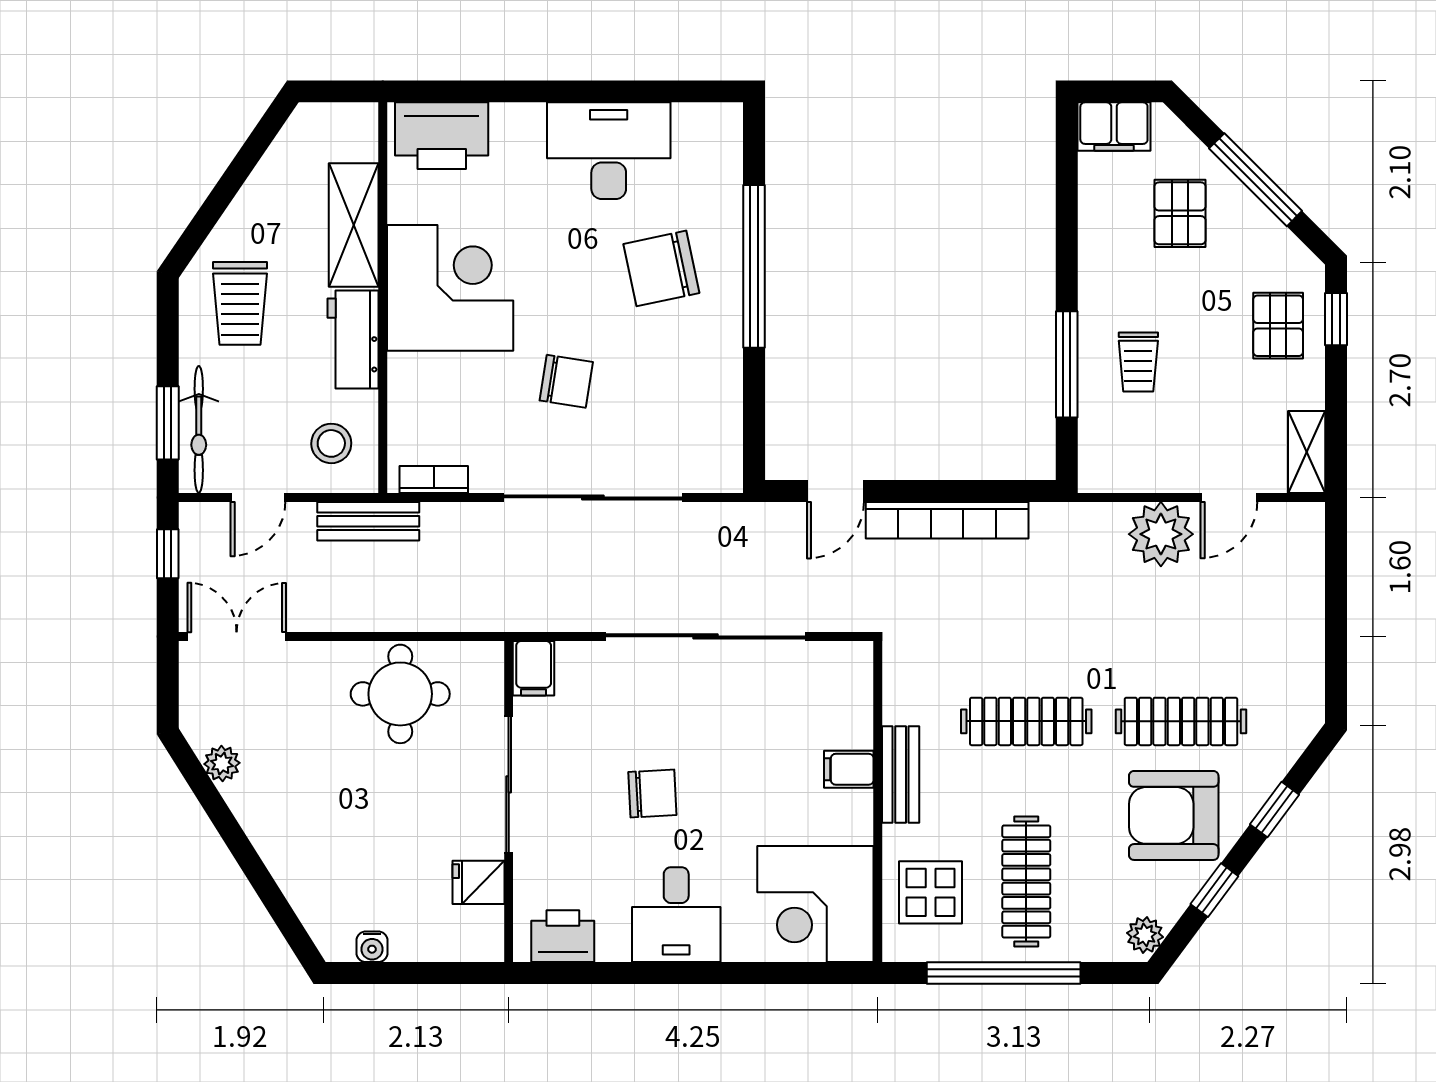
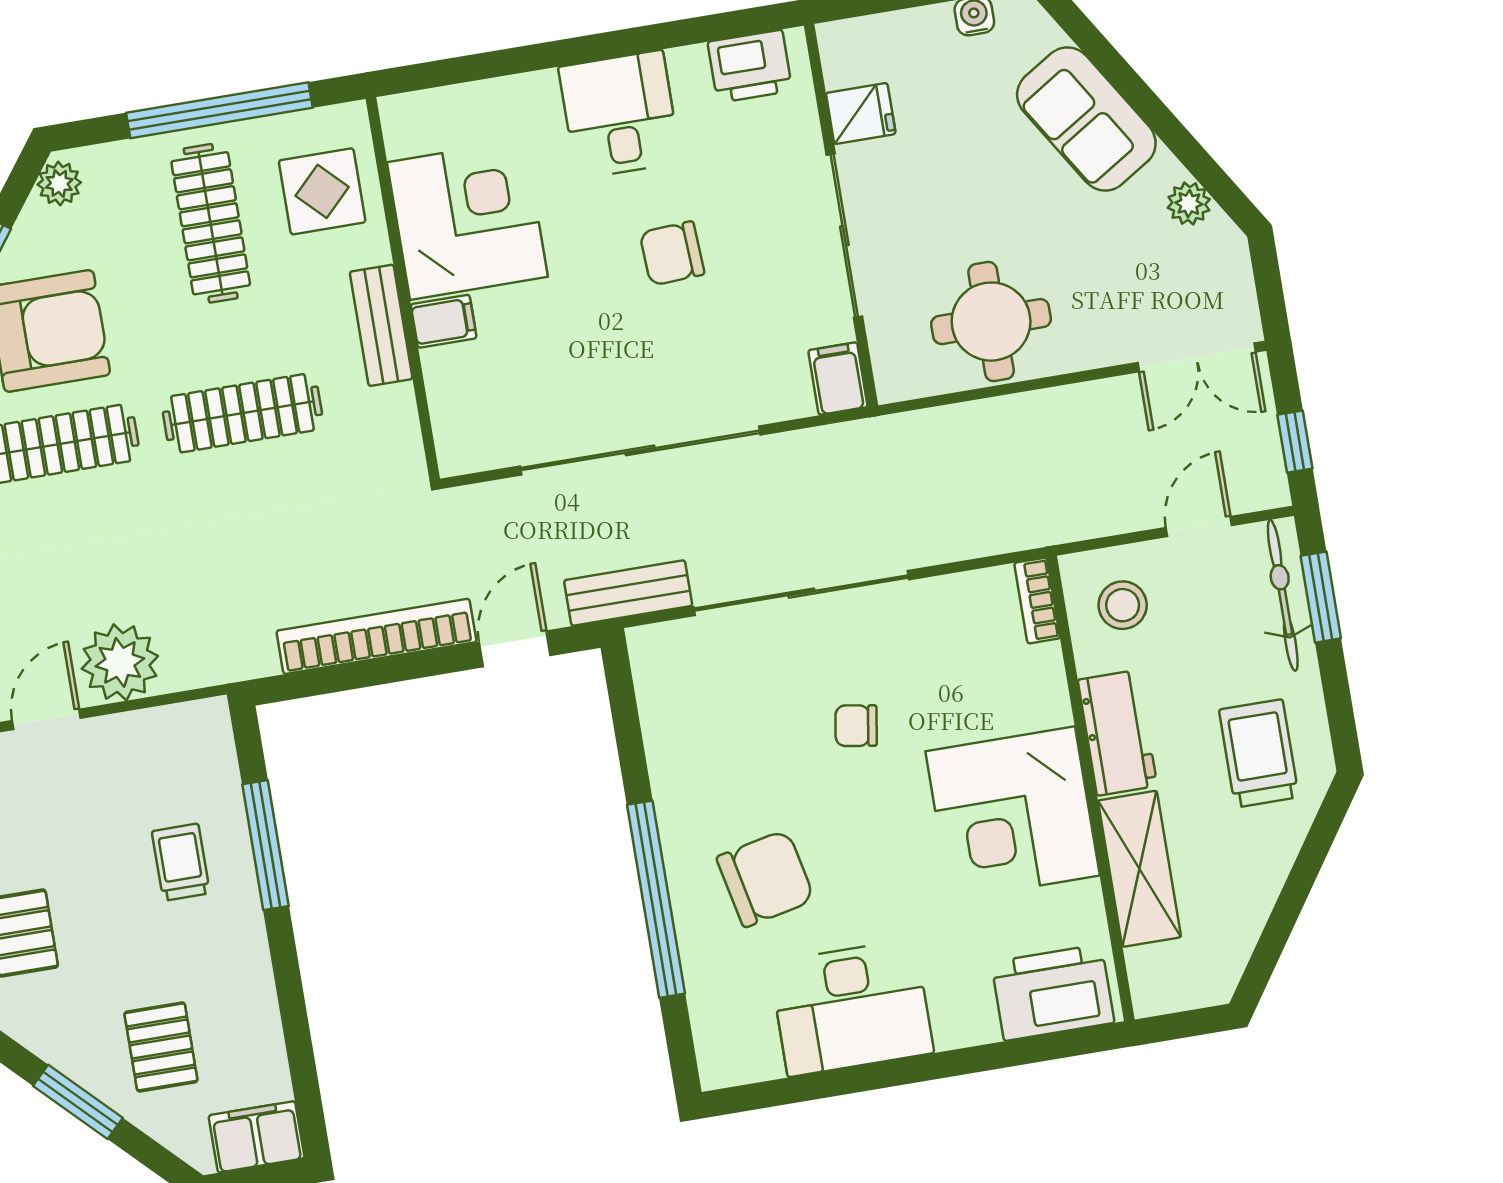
window: (1256, 180) -> (78, 1102), width x0.69
chair: (566, 381) -> (856, 726), width x0.73, depth x0.73
bookcase: (434, 479) -> (1037, 601), moved, turned 90
bench: (368, 521) -> (628, 593), moved
sofa: (294, 847) -> (1086, 119), added
corner desk: (815, 904) -> (467, 220), moved

